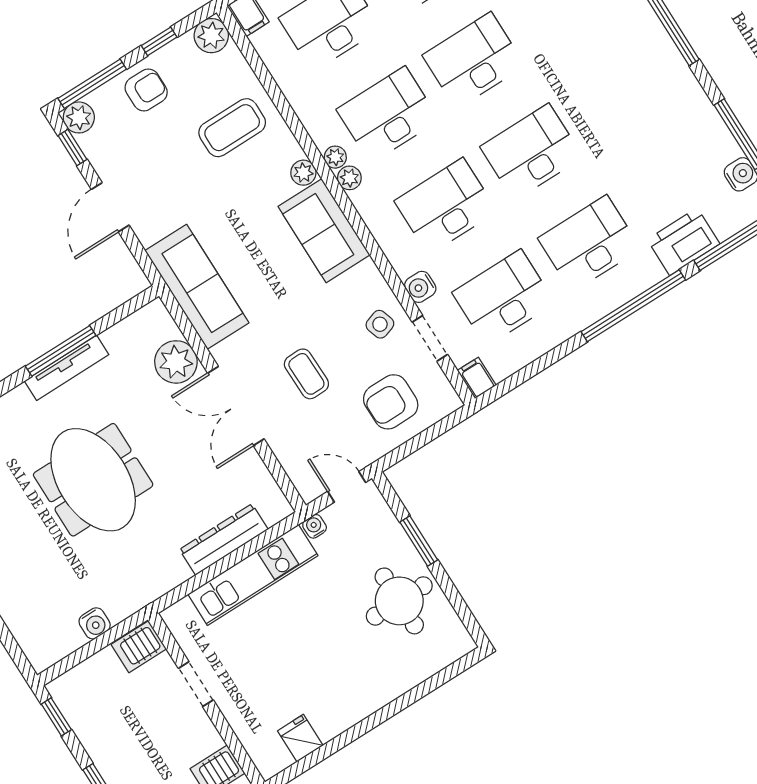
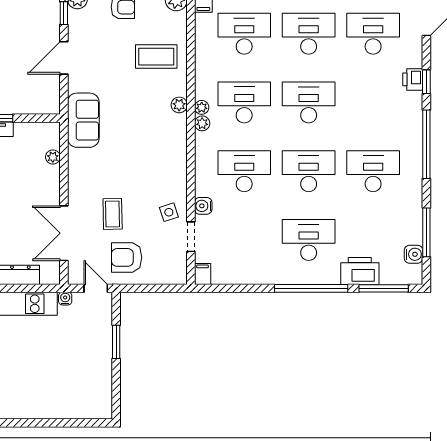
sofa: (324, 231) -> (171, 143), removed
sofa: (197, 287) -> (83, 120), width x0.73
desk: (504, 298) -> (373, 171), moved
plant: (176, 362) -> (53, 157), width x0.53, depth x0.53
armchair: (391, 402) -> (127, 257), moved
double door: (236, 406) -> (64, 233), moved
round table: (399, 601) -> (85, 367), removed

